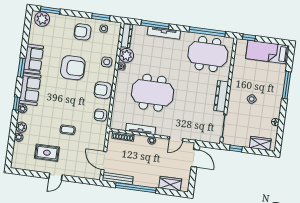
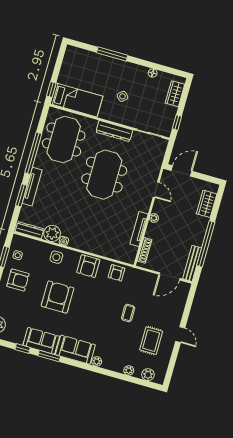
window: (155, 25) -> (21, 195), width x0.69
armchair: (83, 32) -> (18, 280), turned -90
window: (207, 32) -> (33, 153), moved
bed: (267, 52) -> (76, 100), moved, turned -90
meeting table: (153, 93) -> (104, 175), moved
window: (17, 104) -> (23, 349), moved
plant: (21, 127) -> (148, 375), moved

